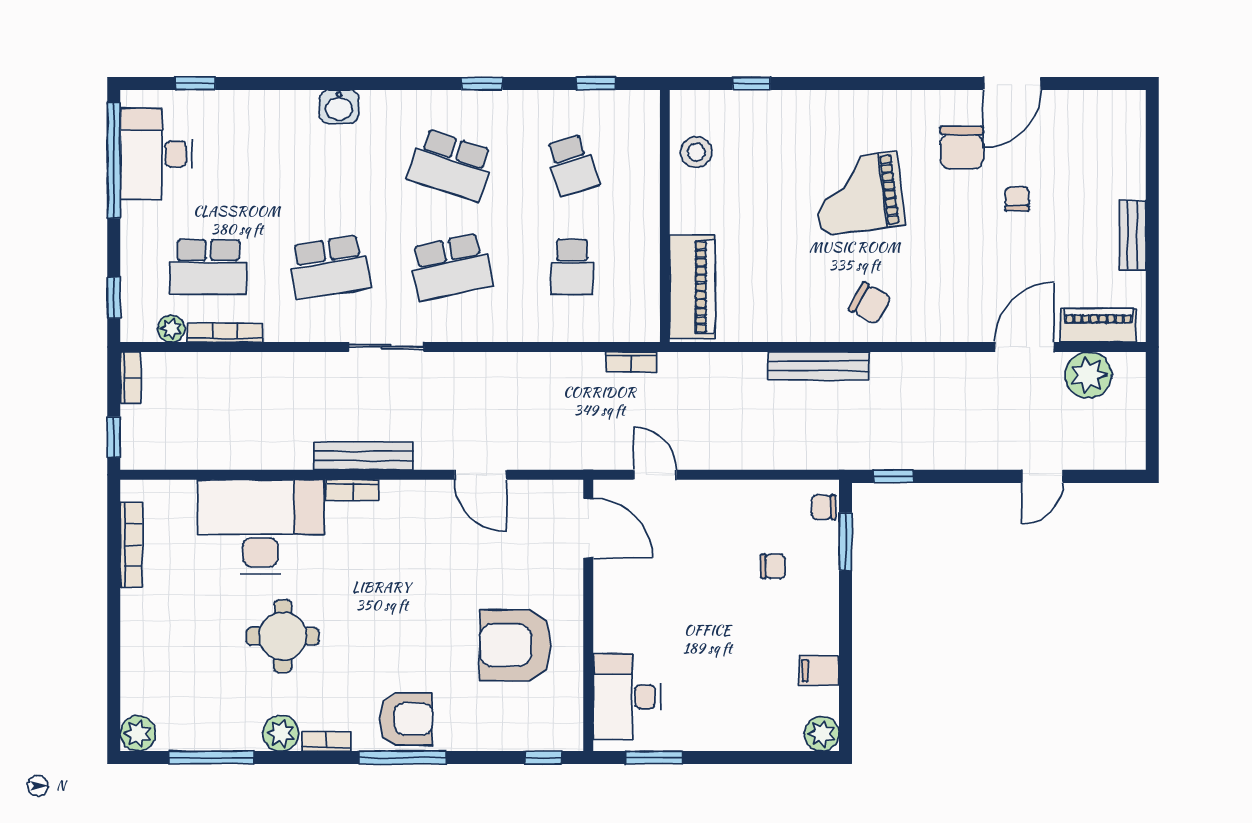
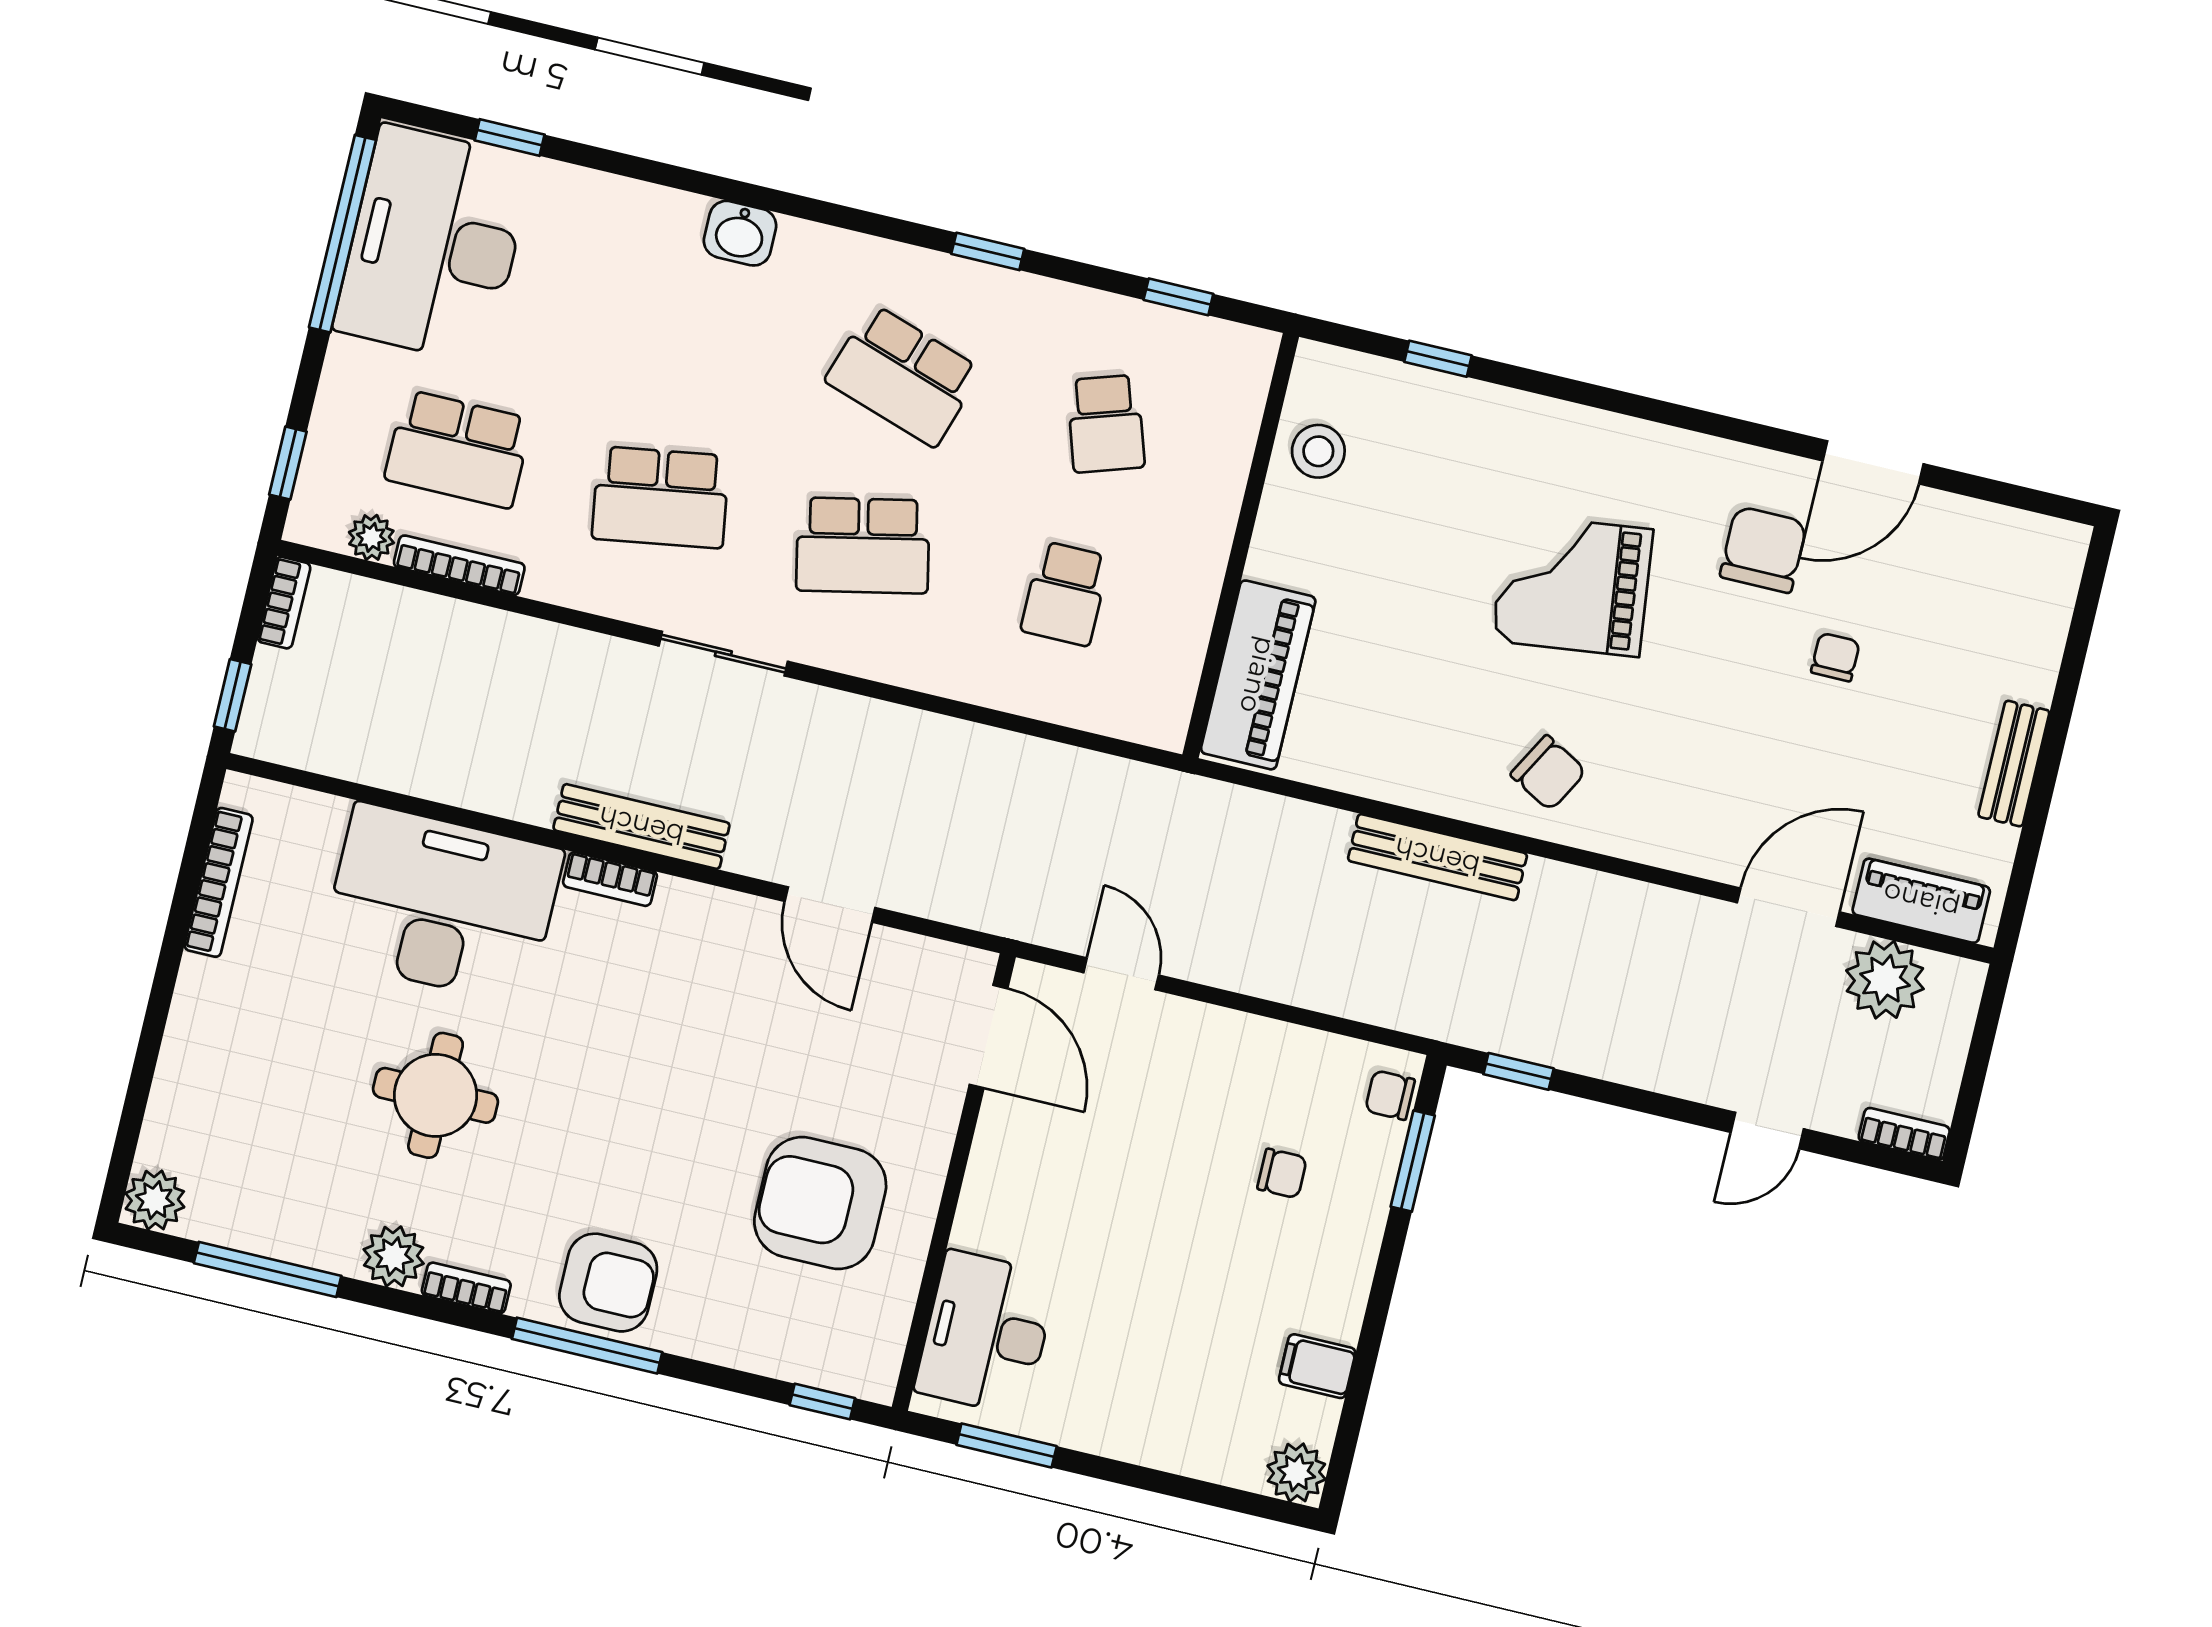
chair: (962, 148) -> (1763, 550), turned 180
desk: (156, 154) -> (434, 244), width x1.36, depth x1.30
bookcase: (631, 362) -> (1904, 1134), moved, turned 180

